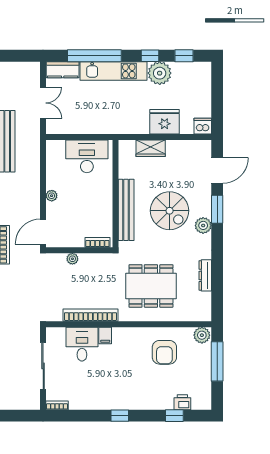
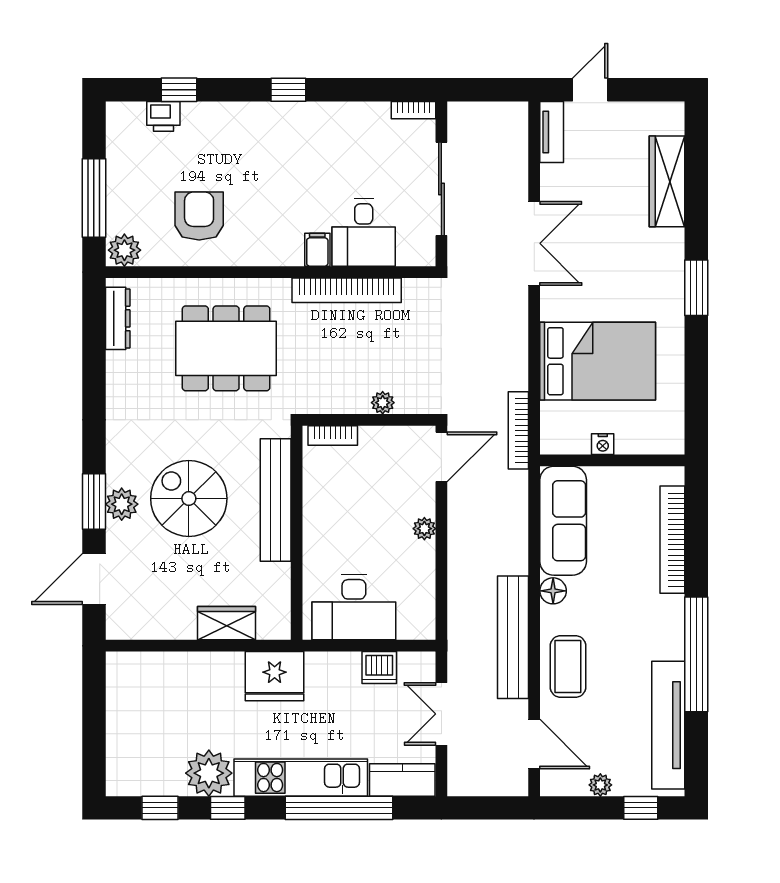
fridge: (165, 122) -> (275, 676), moved
dishwasher: (203, 126) -> (379, 668), moved
plant: (203, 225) -> (122, 504), moved
dresser: (205, 275) -> (118, 318), moved

